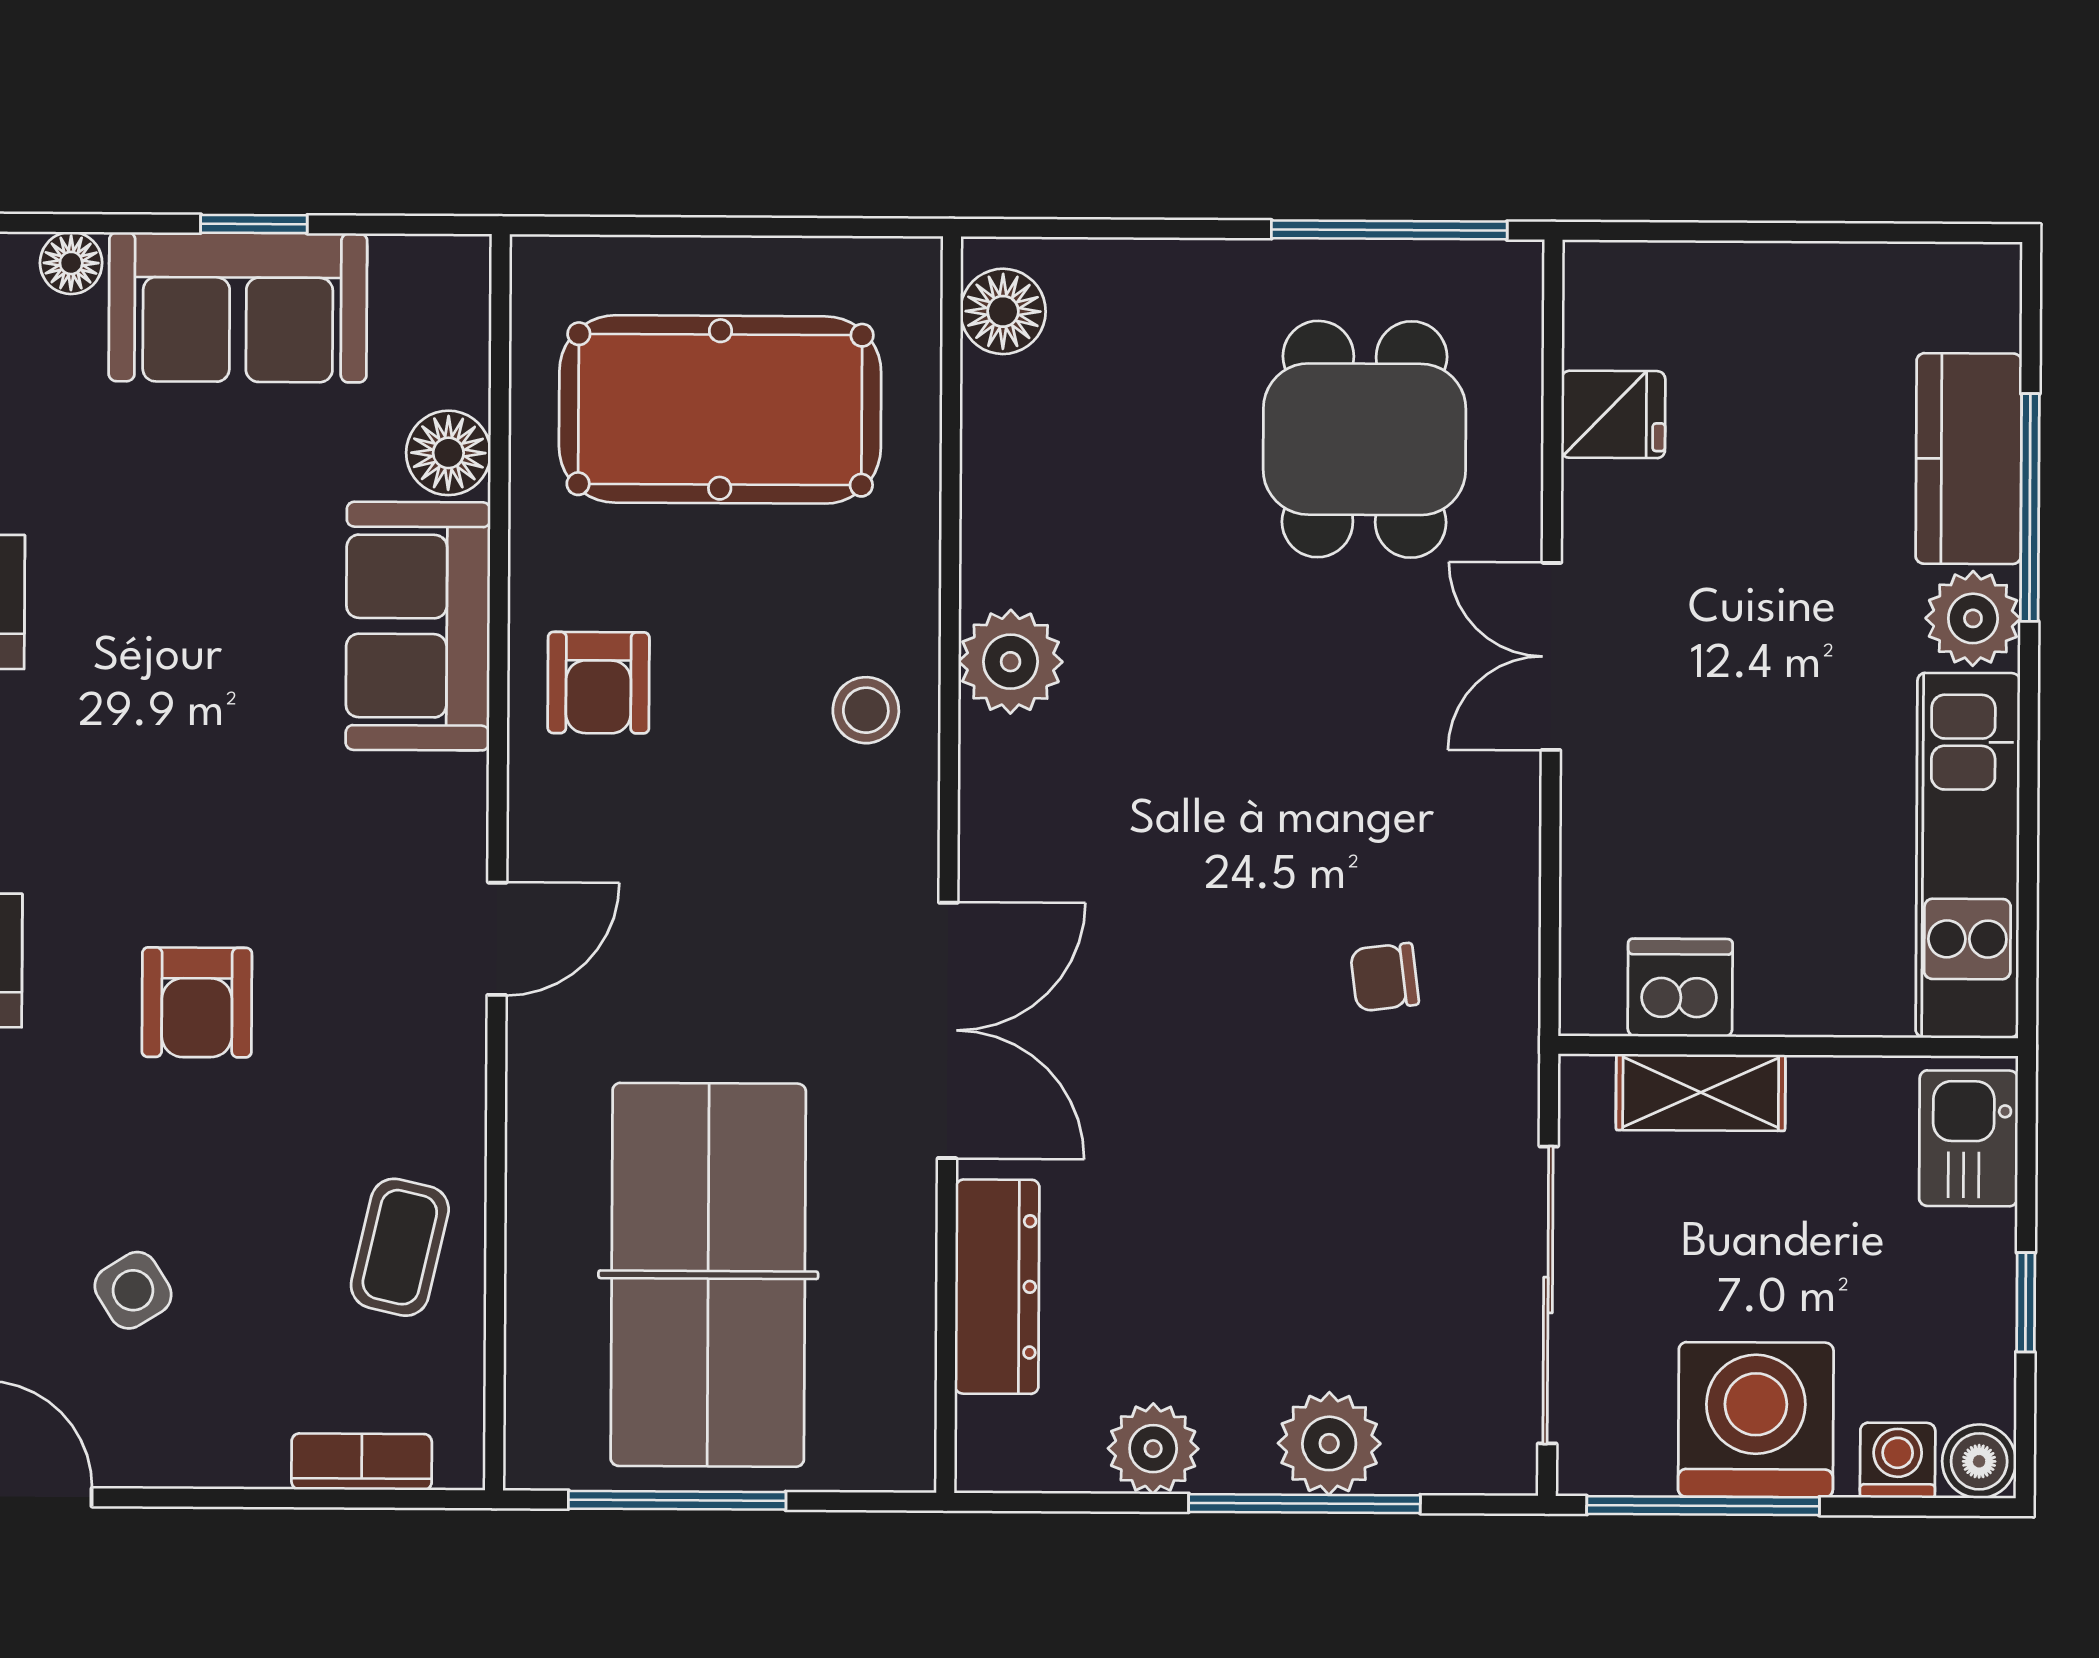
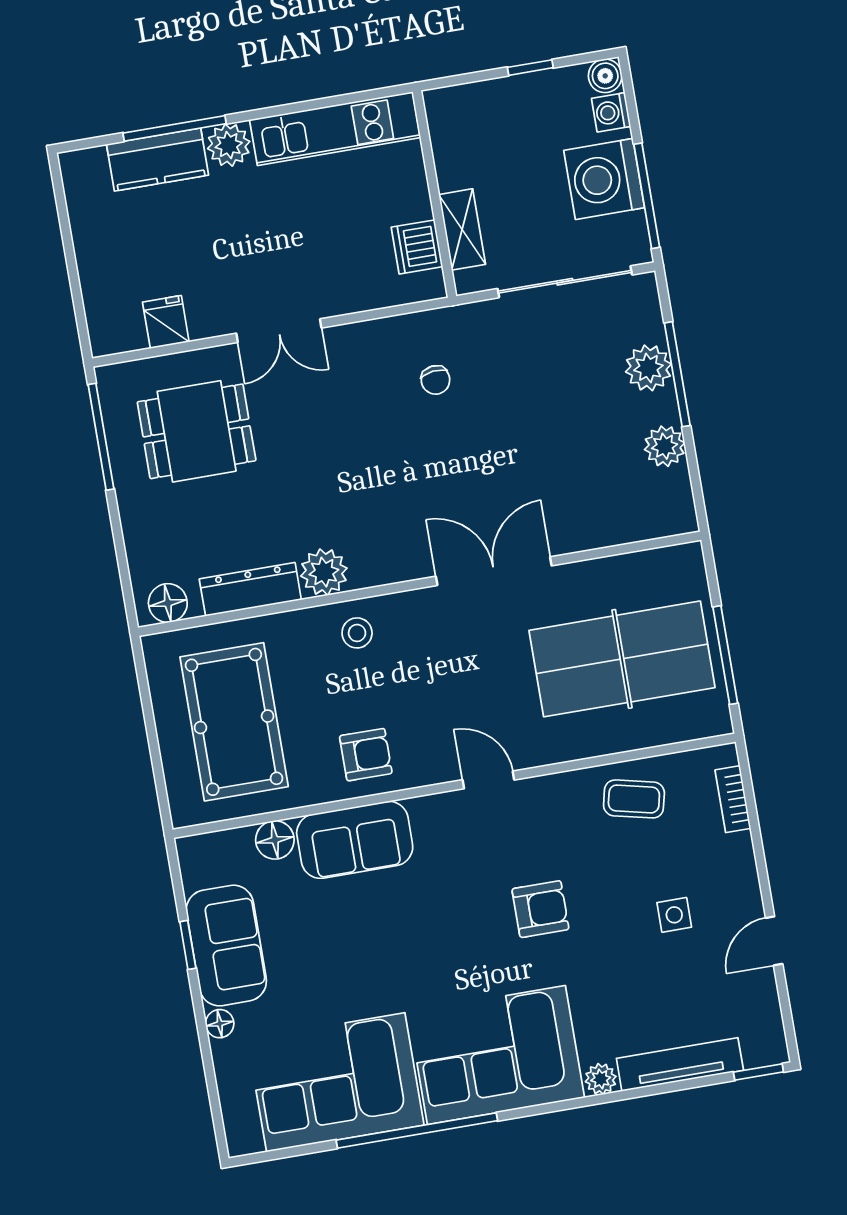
kitchen sink: (1969, 1138) -> (462, 106), removed
dresser: (997, 1287) -> (250, 589), moved
side table: (133, 1290) -> (674, 915), turned 32

